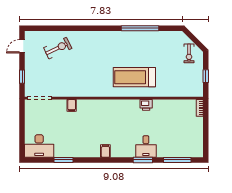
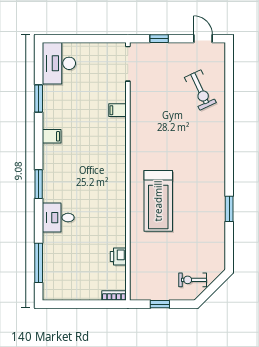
window: (140, 28) -> (229, 209), width x0.47
treadmill: (134, 77) -> (158, 201), turned 180
printer: (146, 105) -> (118, 256), moved
filing cabinet: (105, 151) -> (52, 136), moved
window: (143, 160) -> (39, 184), moved

